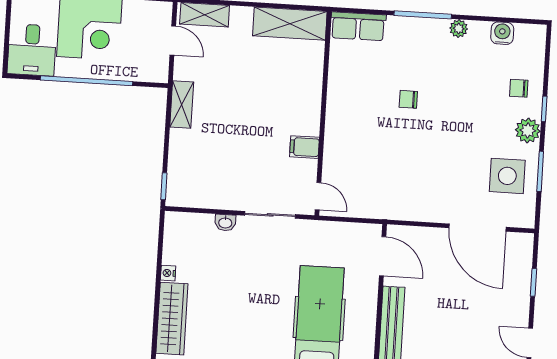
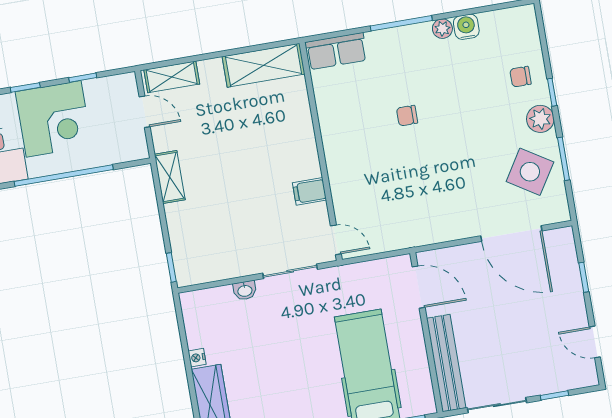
water cooler: (502, 33) -> (466, 27), moved
side table: (507, 176) -> (530, 172), turned 32

